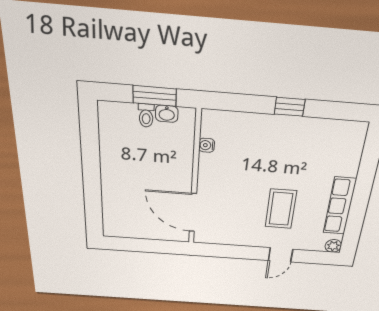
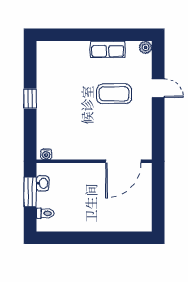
toilet: (146, 115) -> (45, 213), moved
water cooler: (207, 145) -> (46, 154), moved
row of seats: (340, 206) -> (108, 49), width x0.68

